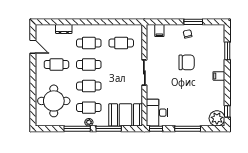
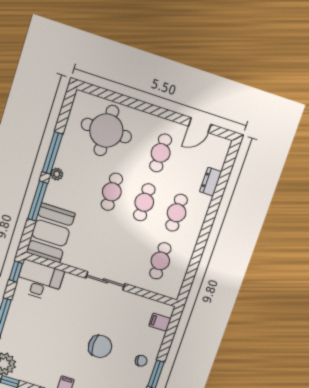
chair: (187, 62) -> (100, 346), turned -90
cafe table: (89, 108) -> (79, 181), removed

